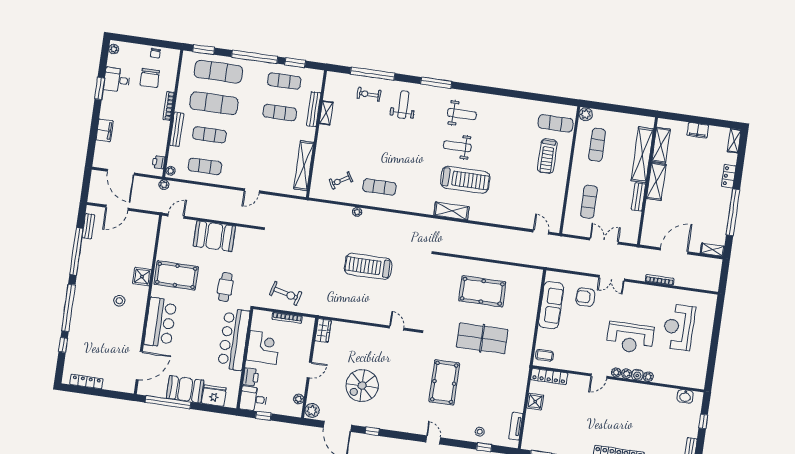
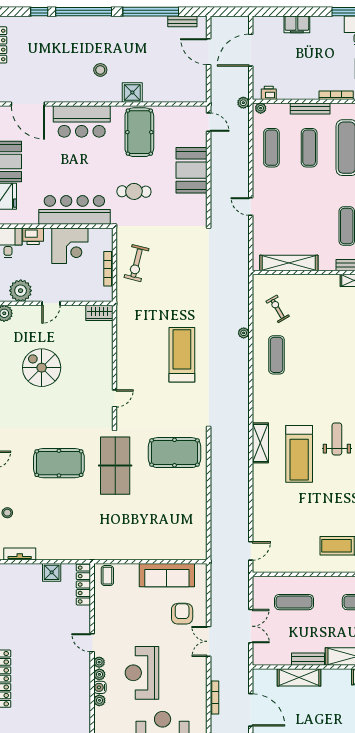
shelving: (656, 181) -> (299, 677), moved
pool table: (482, 291) -> (175, 453), moved, turned 90
table tennis table: (482, 338) -> (115, 466), moved
door: (309, 370) -> (51, 303), hinge flipped
plant: (299, 399) -> (21, 291), width x1.88, depth x1.88

